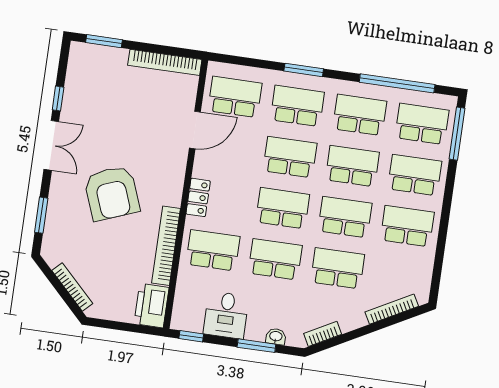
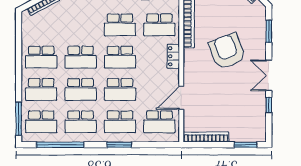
school desk: (338, 268) -> (81, 25), removed

